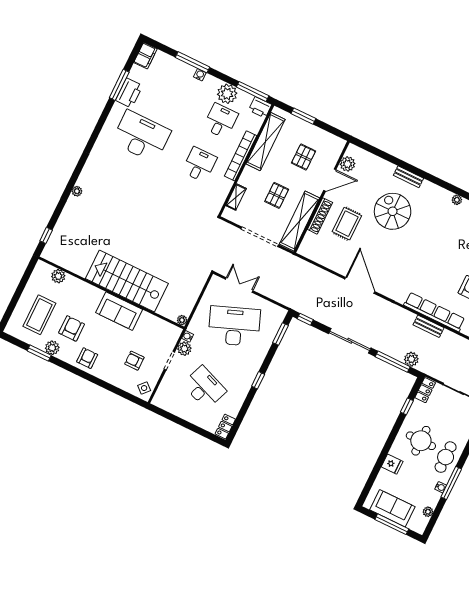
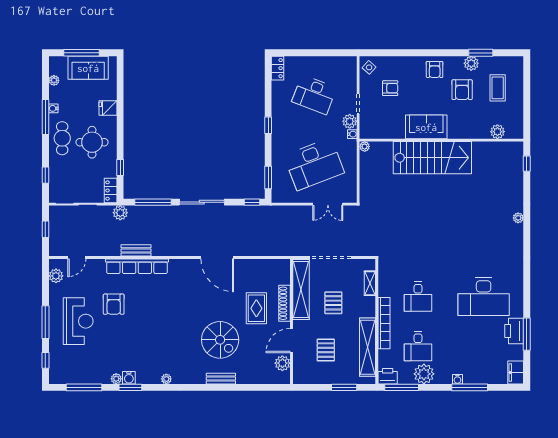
coffee table: (39, 315) -> (498, 88), width x0.73, depth x0.76
plant: (411, 359) -> (120, 213), moved

